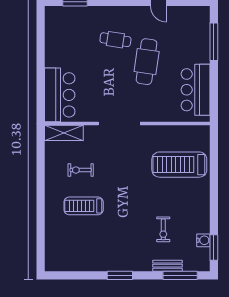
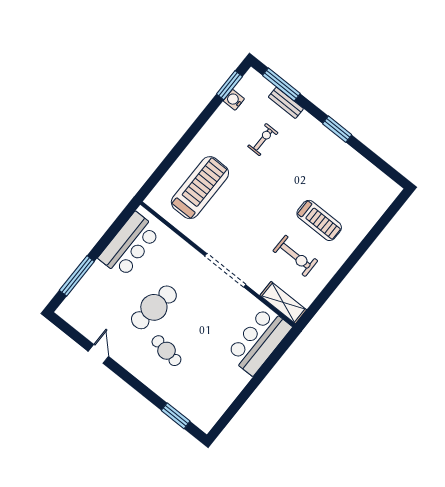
treadmill: (179, 165) -> (200, 188), turned -90
exercise bike: (81, 170) -> (295, 256), width x1.38, depth x1.39

